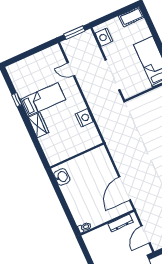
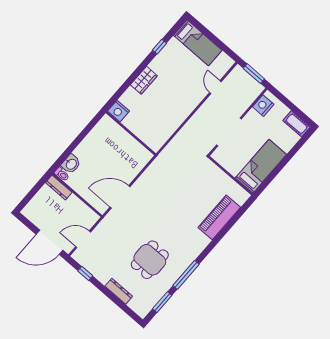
bed: (43, 100) -> (198, 43), moved
nightstand: (84, 118) -> (118, 111), moved, turned 90
washbasin: (62, 177) -> (71, 164), moved
dresser: (121, 223) -> (59, 187), moved

